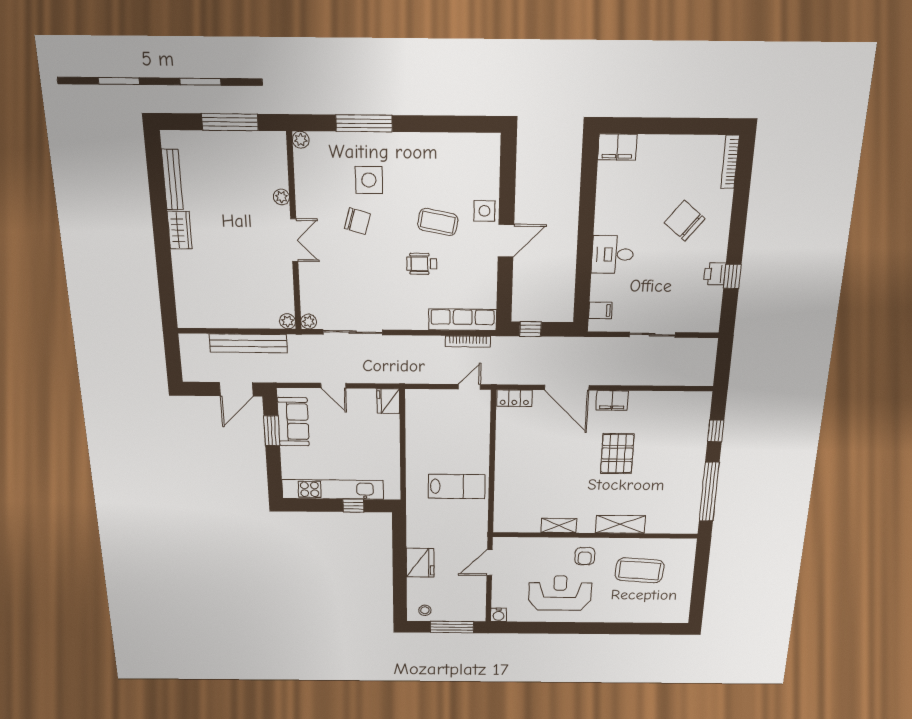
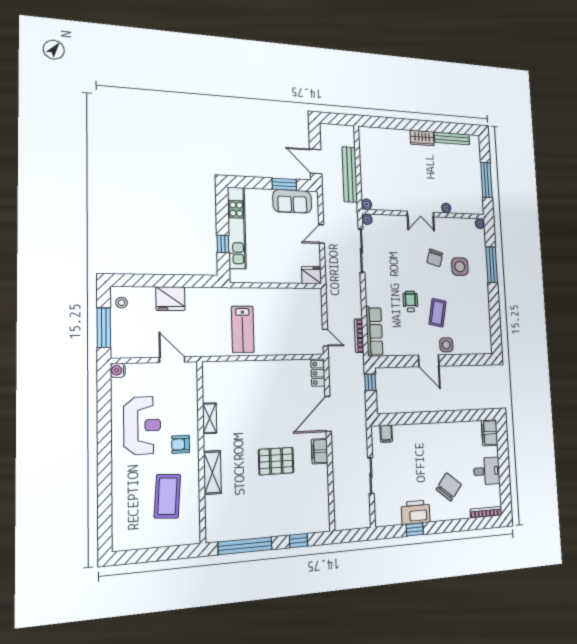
desk: (613, 254) -> (487, 471), moved, turned 90
printer: (715, 274) -> (416, 512), width x1.87, depth x1.48

